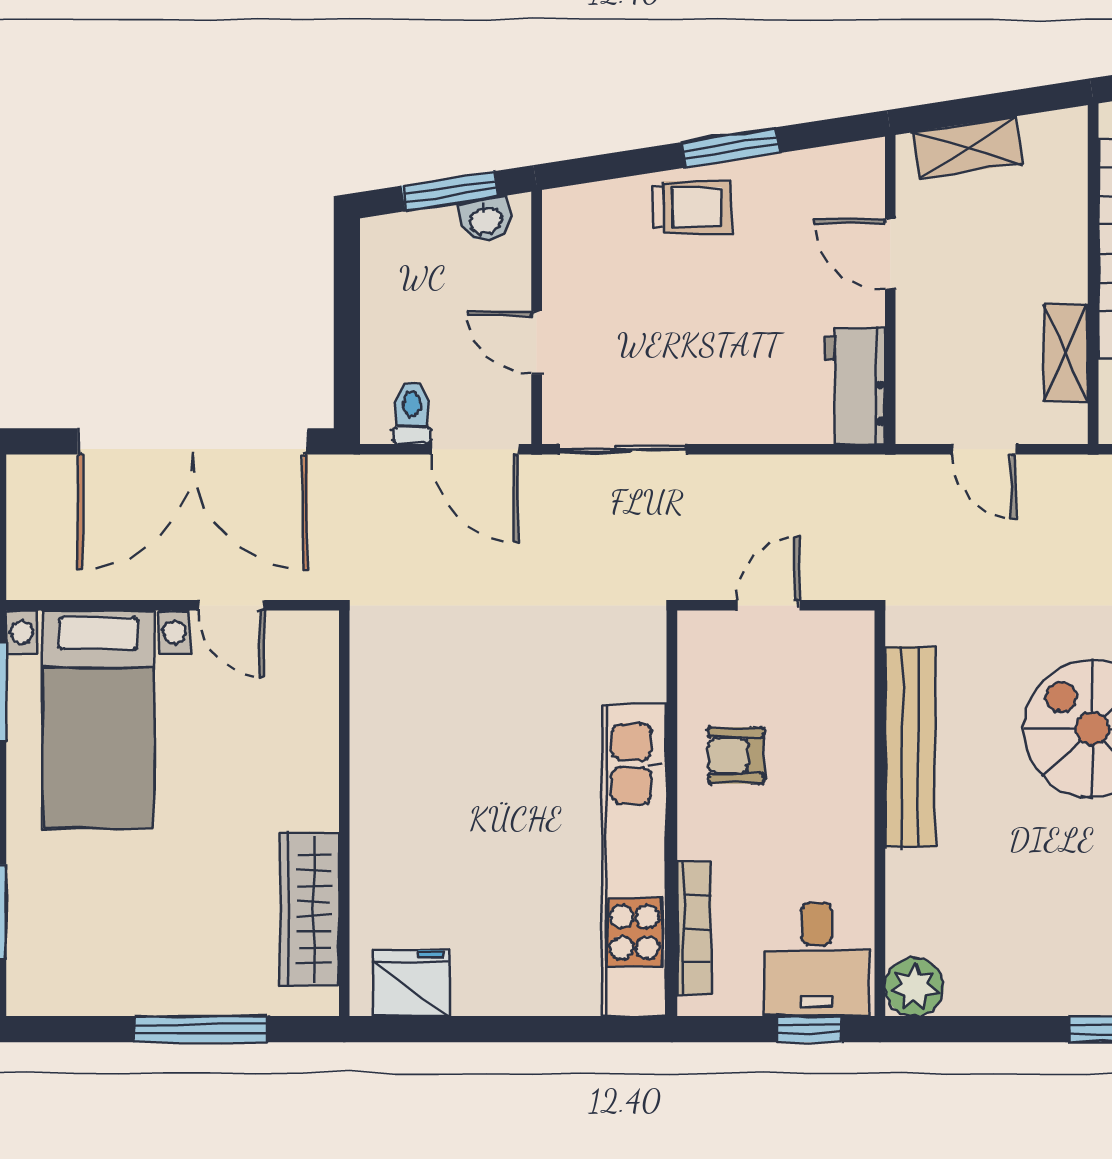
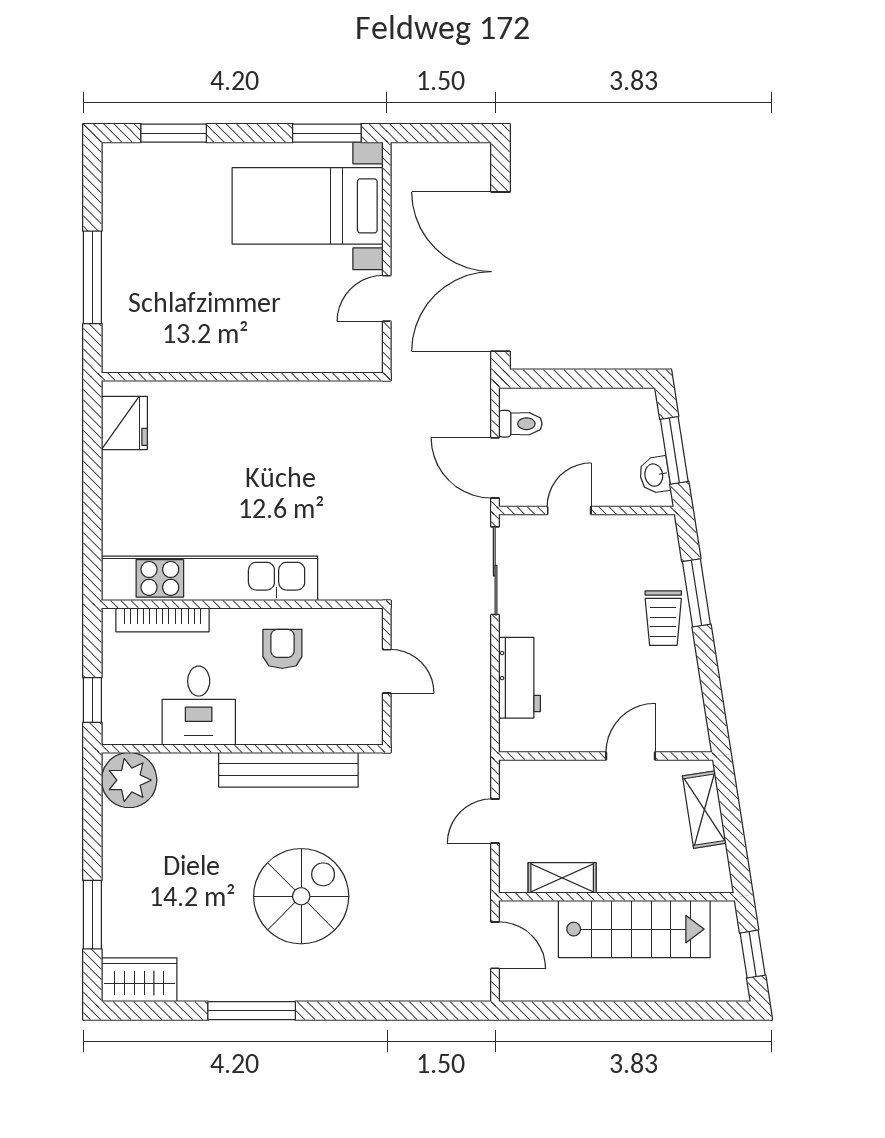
window: (730, 148) -> (696, 593), moved
workbench: (855, 386) -> (520, 678), moved, turned 90
door: (475, 449) -> (495, 468), hinge flipped
wardrobe: (309, 909) -> (176, 353), removed
desk: (817, 959) -> (199, 706), moved, turned -90
plant: (914, 987) -> (129, 780), width x1.36, depth x1.36

